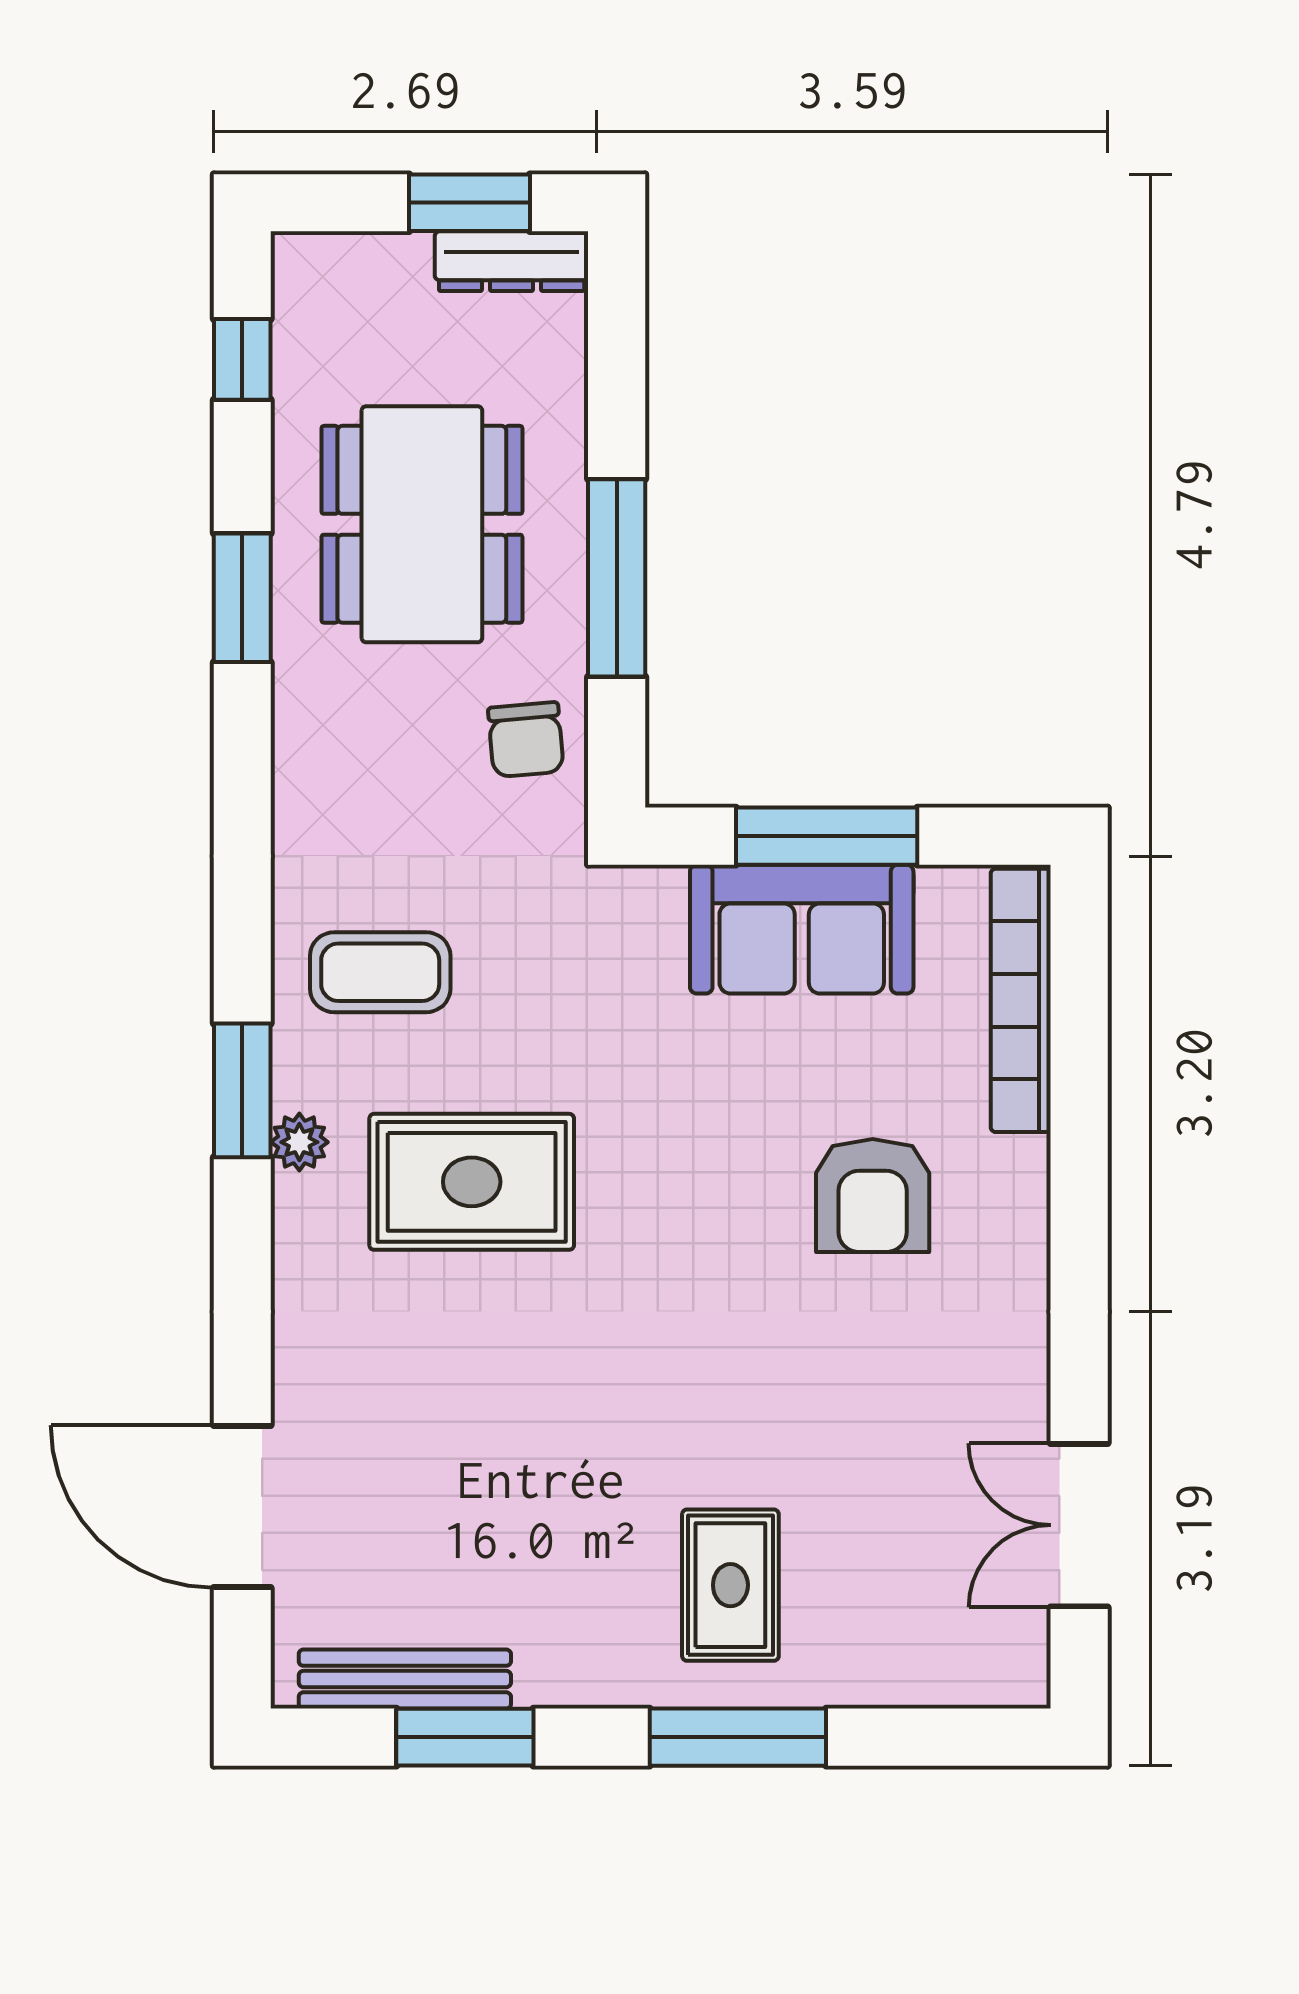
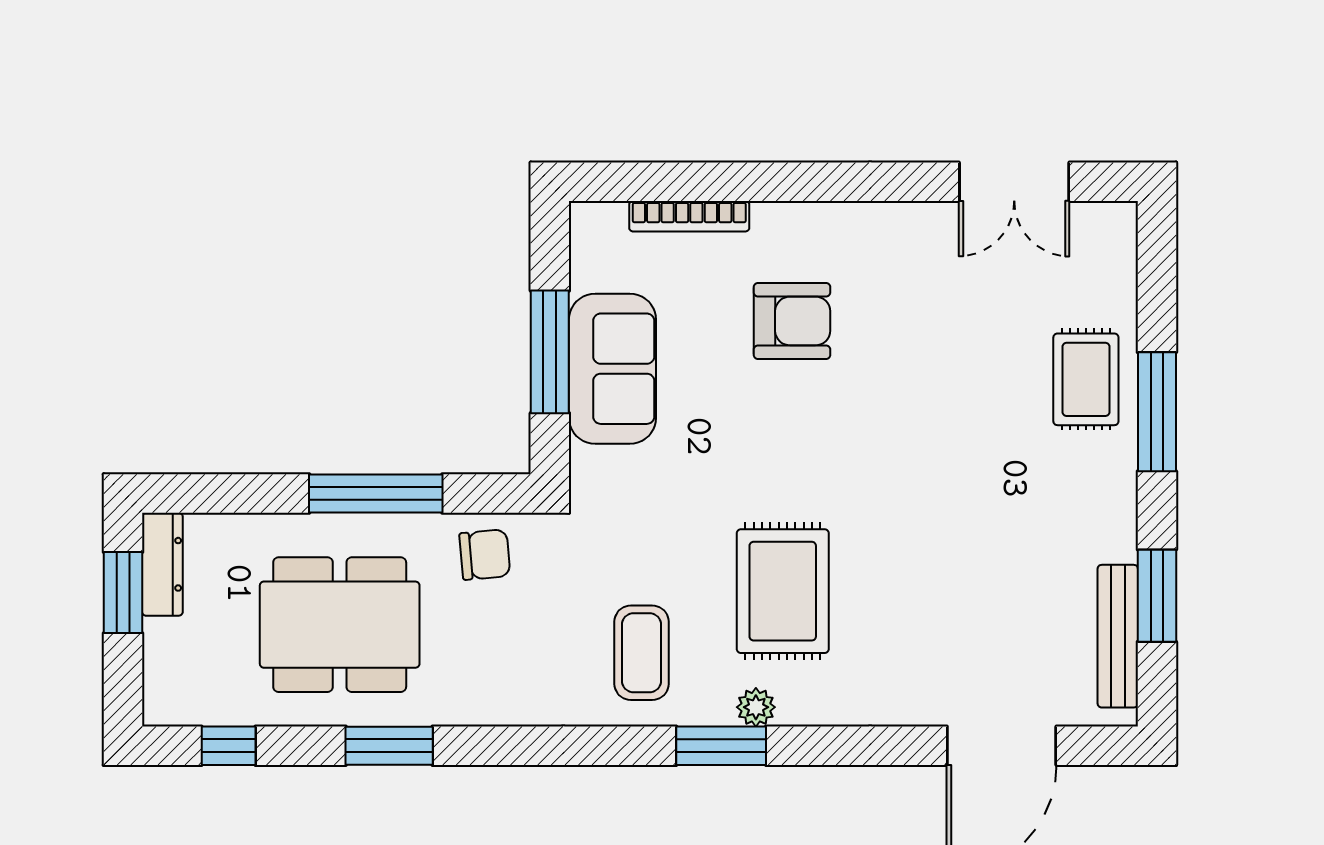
bookcase: (1021, 1000) -> (689, 216), width x0.68, depth x0.76
rug: (730, 1585) -> (1086, 379), moved, turned 90

